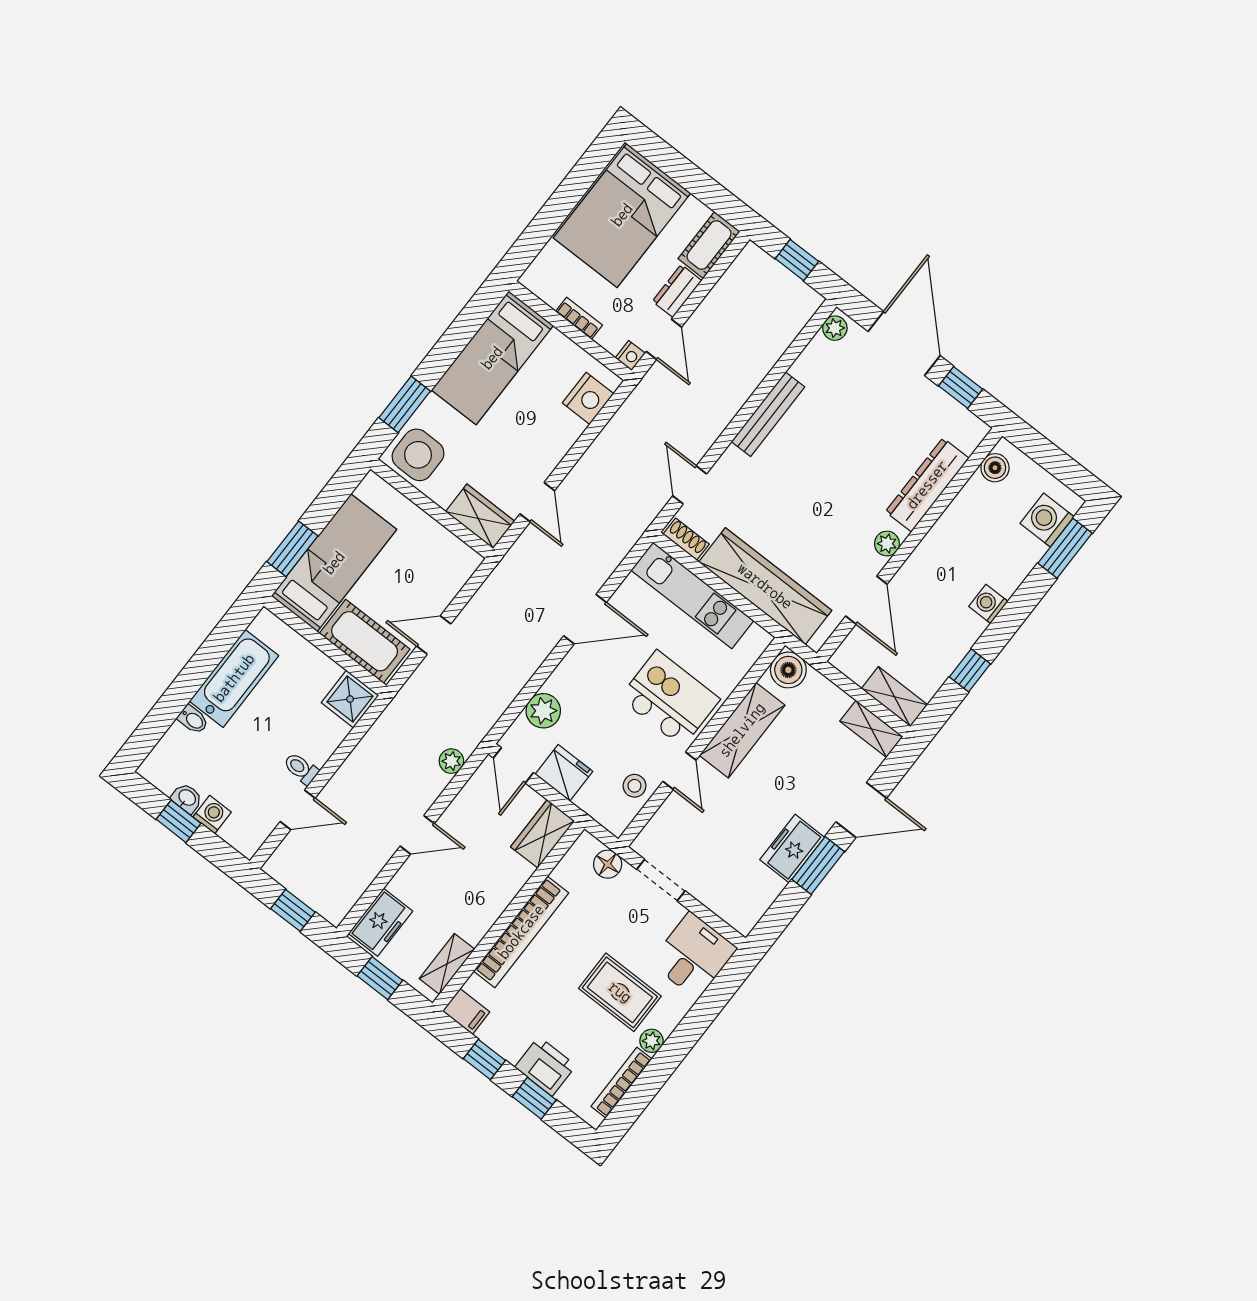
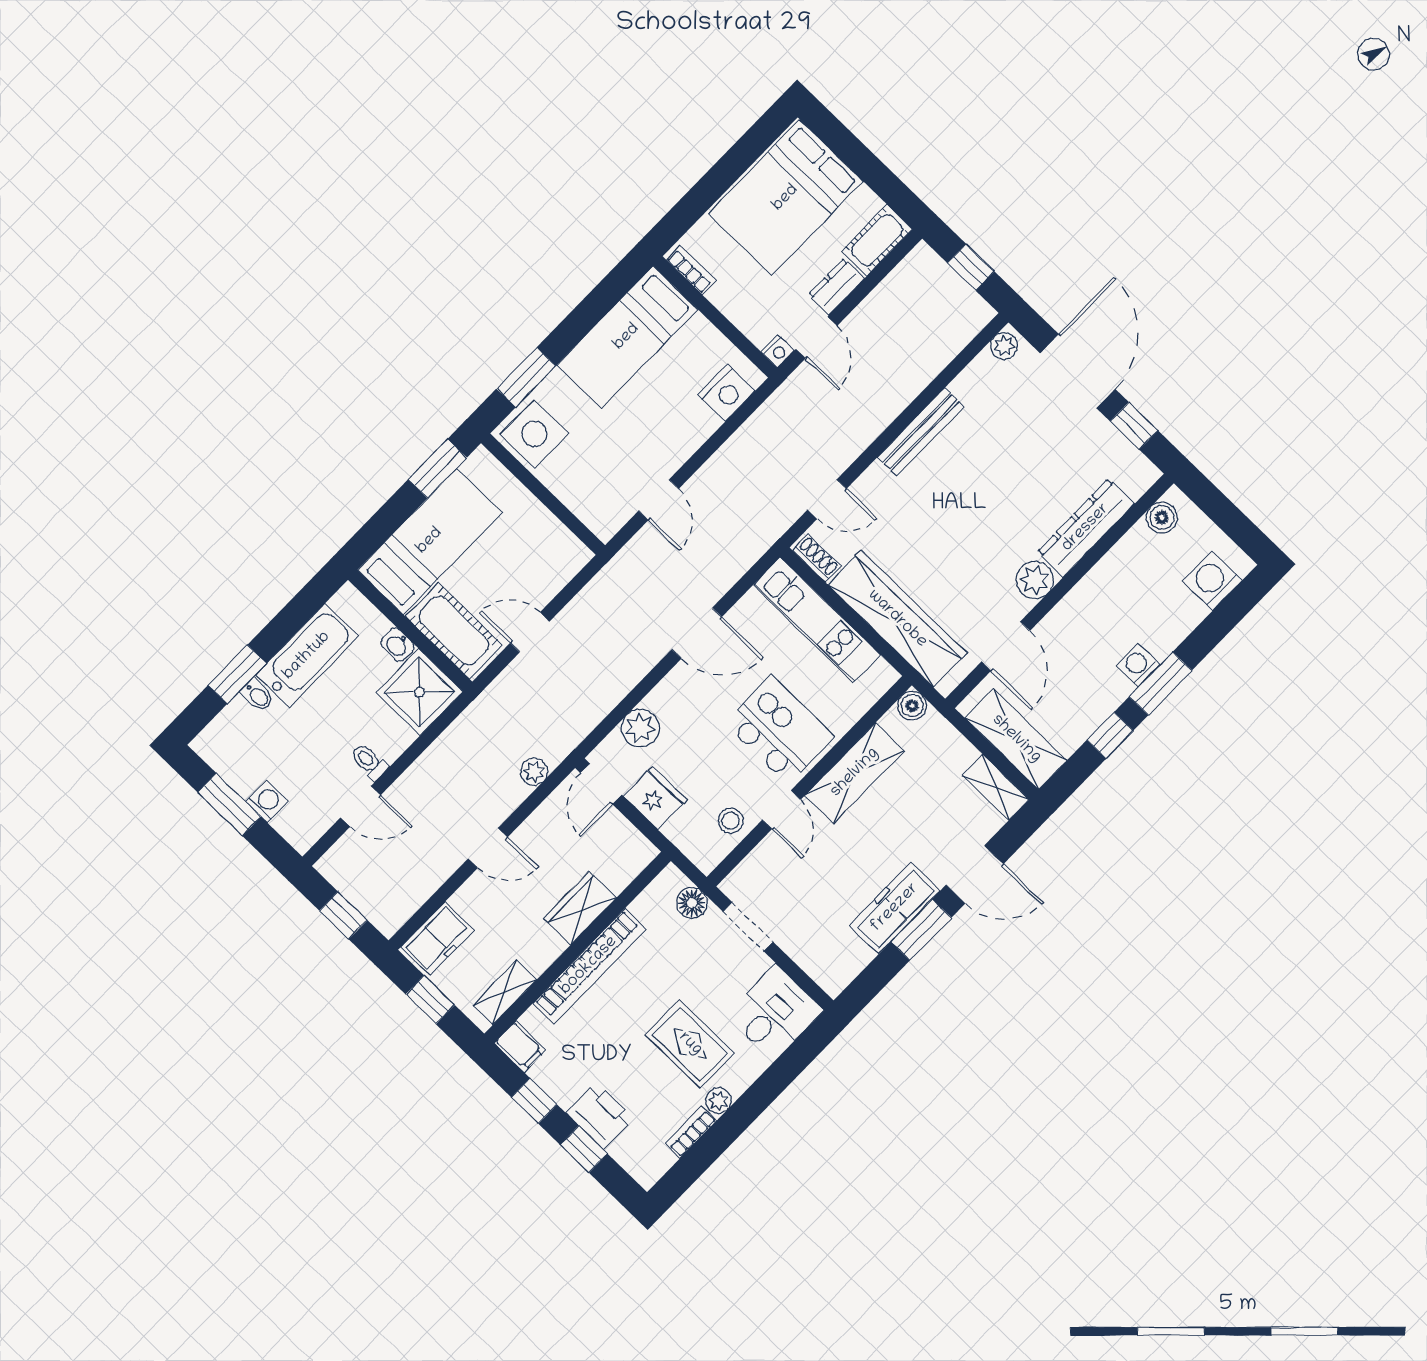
bookcase: (579, 318) -> (691, 270), moved
door: (690, 485) -> (827, 499), swing flipped
wardrobe: (480, 516) -> (595, 508), removed
plant: (887, 544) -> (1035, 580), width x1.38, depth x1.38
window: (1065, 548) -> (1160, 684), moved
window: (292, 549) -> (437, 468), moved
boiler: (788, 670) -> (912, 706), width x0.73, depth x0.73
shelving: (894, 697) -> (1016, 739), width x1.50, depth x1.33
shower: (350, 699) -> (419, 692), width x1.36, depth x1.36
window: (173, 702) -> (237, 674), added
washbasin: (187, 798) -> (397, 645), moved, turned 180
window: (178, 821) -> (229, 804), width x1.50
wardrobe: (543, 834) -> (580, 908), moved
freezer: (792, 849) -> (895, 908), width x1.40
bookcase: (621, 1083) -> (691, 1132), width x0.64

